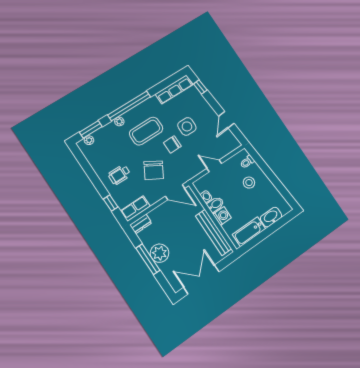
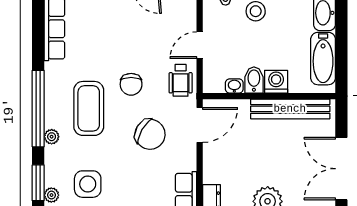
side table: (187, 126) -> (88, 184), moved
wheelchair: (119, 175) -> (181, 80), moved

